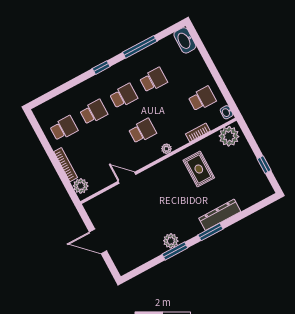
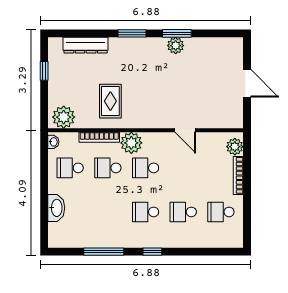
washbasin: (185, 40) -> (56, 208), moved
school desk: (153, 80) -> (108, 168), moved
bookcase: (198, 132) -> (99, 137), width x1.56
plant: (166, 149) -> (131, 143), width x1.87, depth x1.87
dresser: (220, 215) -> (86, 45), moved

